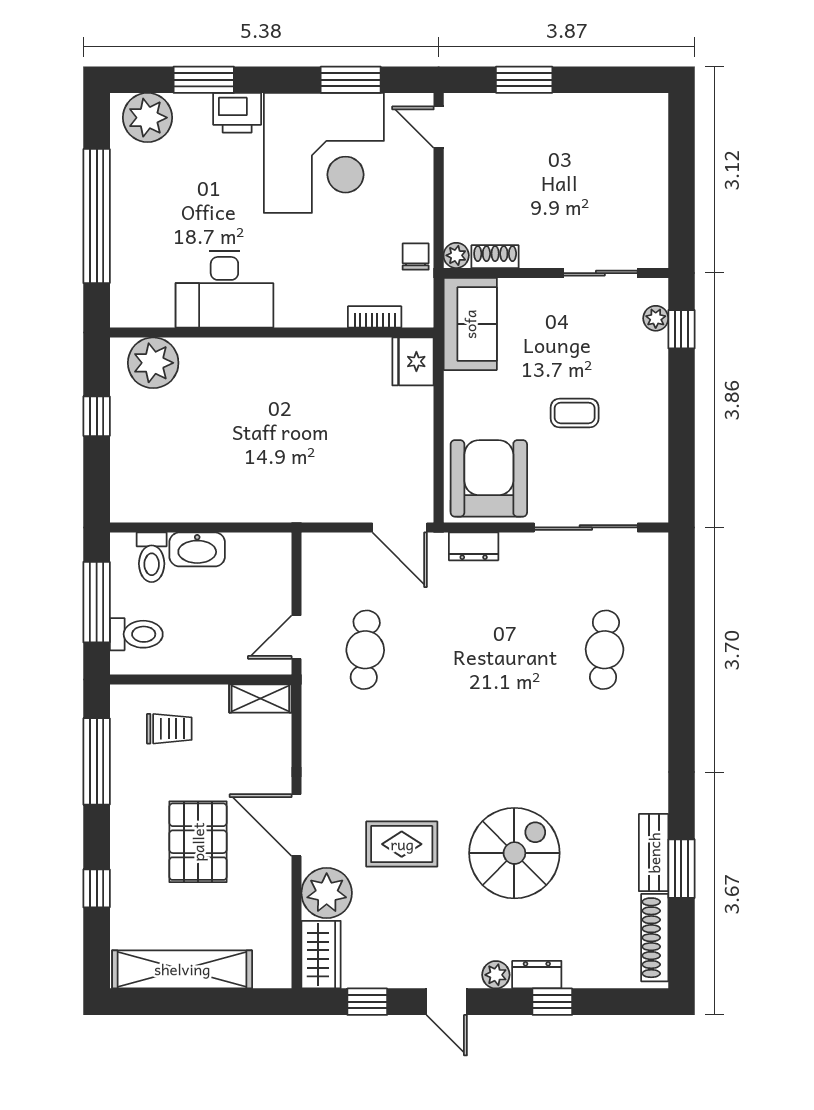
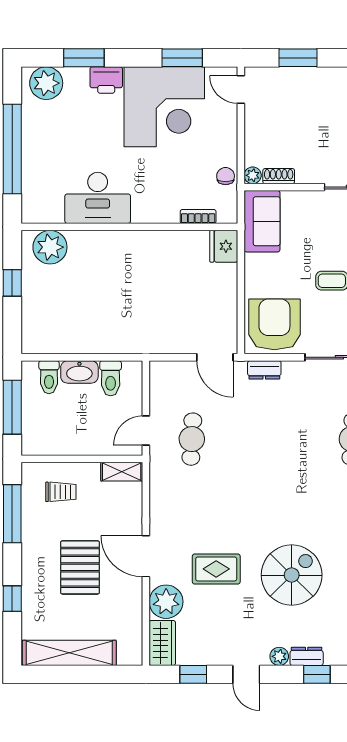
toilet: (136, 634) -> (111, 378), moved, turned 90

